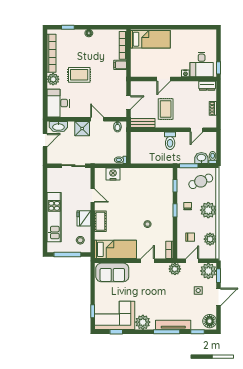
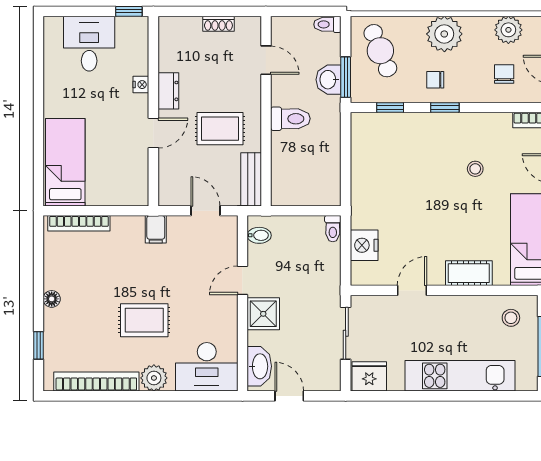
desk: (202, 64) -> (89, 44), moved, turned -90
filing cabinet: (120, 65) -> (156, 229), moved
rug: (79, 75) -> (144, 320), turned 90
door: (164, 79) -> (153, 133), hinge flipped
dresser: (207, 86) -> (168, 91), moved
washbasin: (201, 158) -> (329, 80), moved
fridge: (84, 218) -> (369, 376), moved, turned 180

